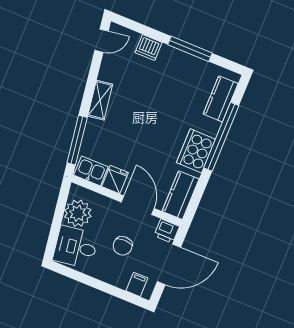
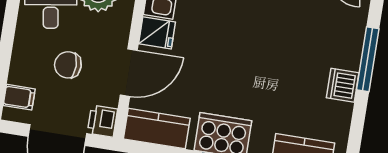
dishwasher: (149, 47) -> (343, 85), moved
window: (190, 49) -> (368, 59), moved

